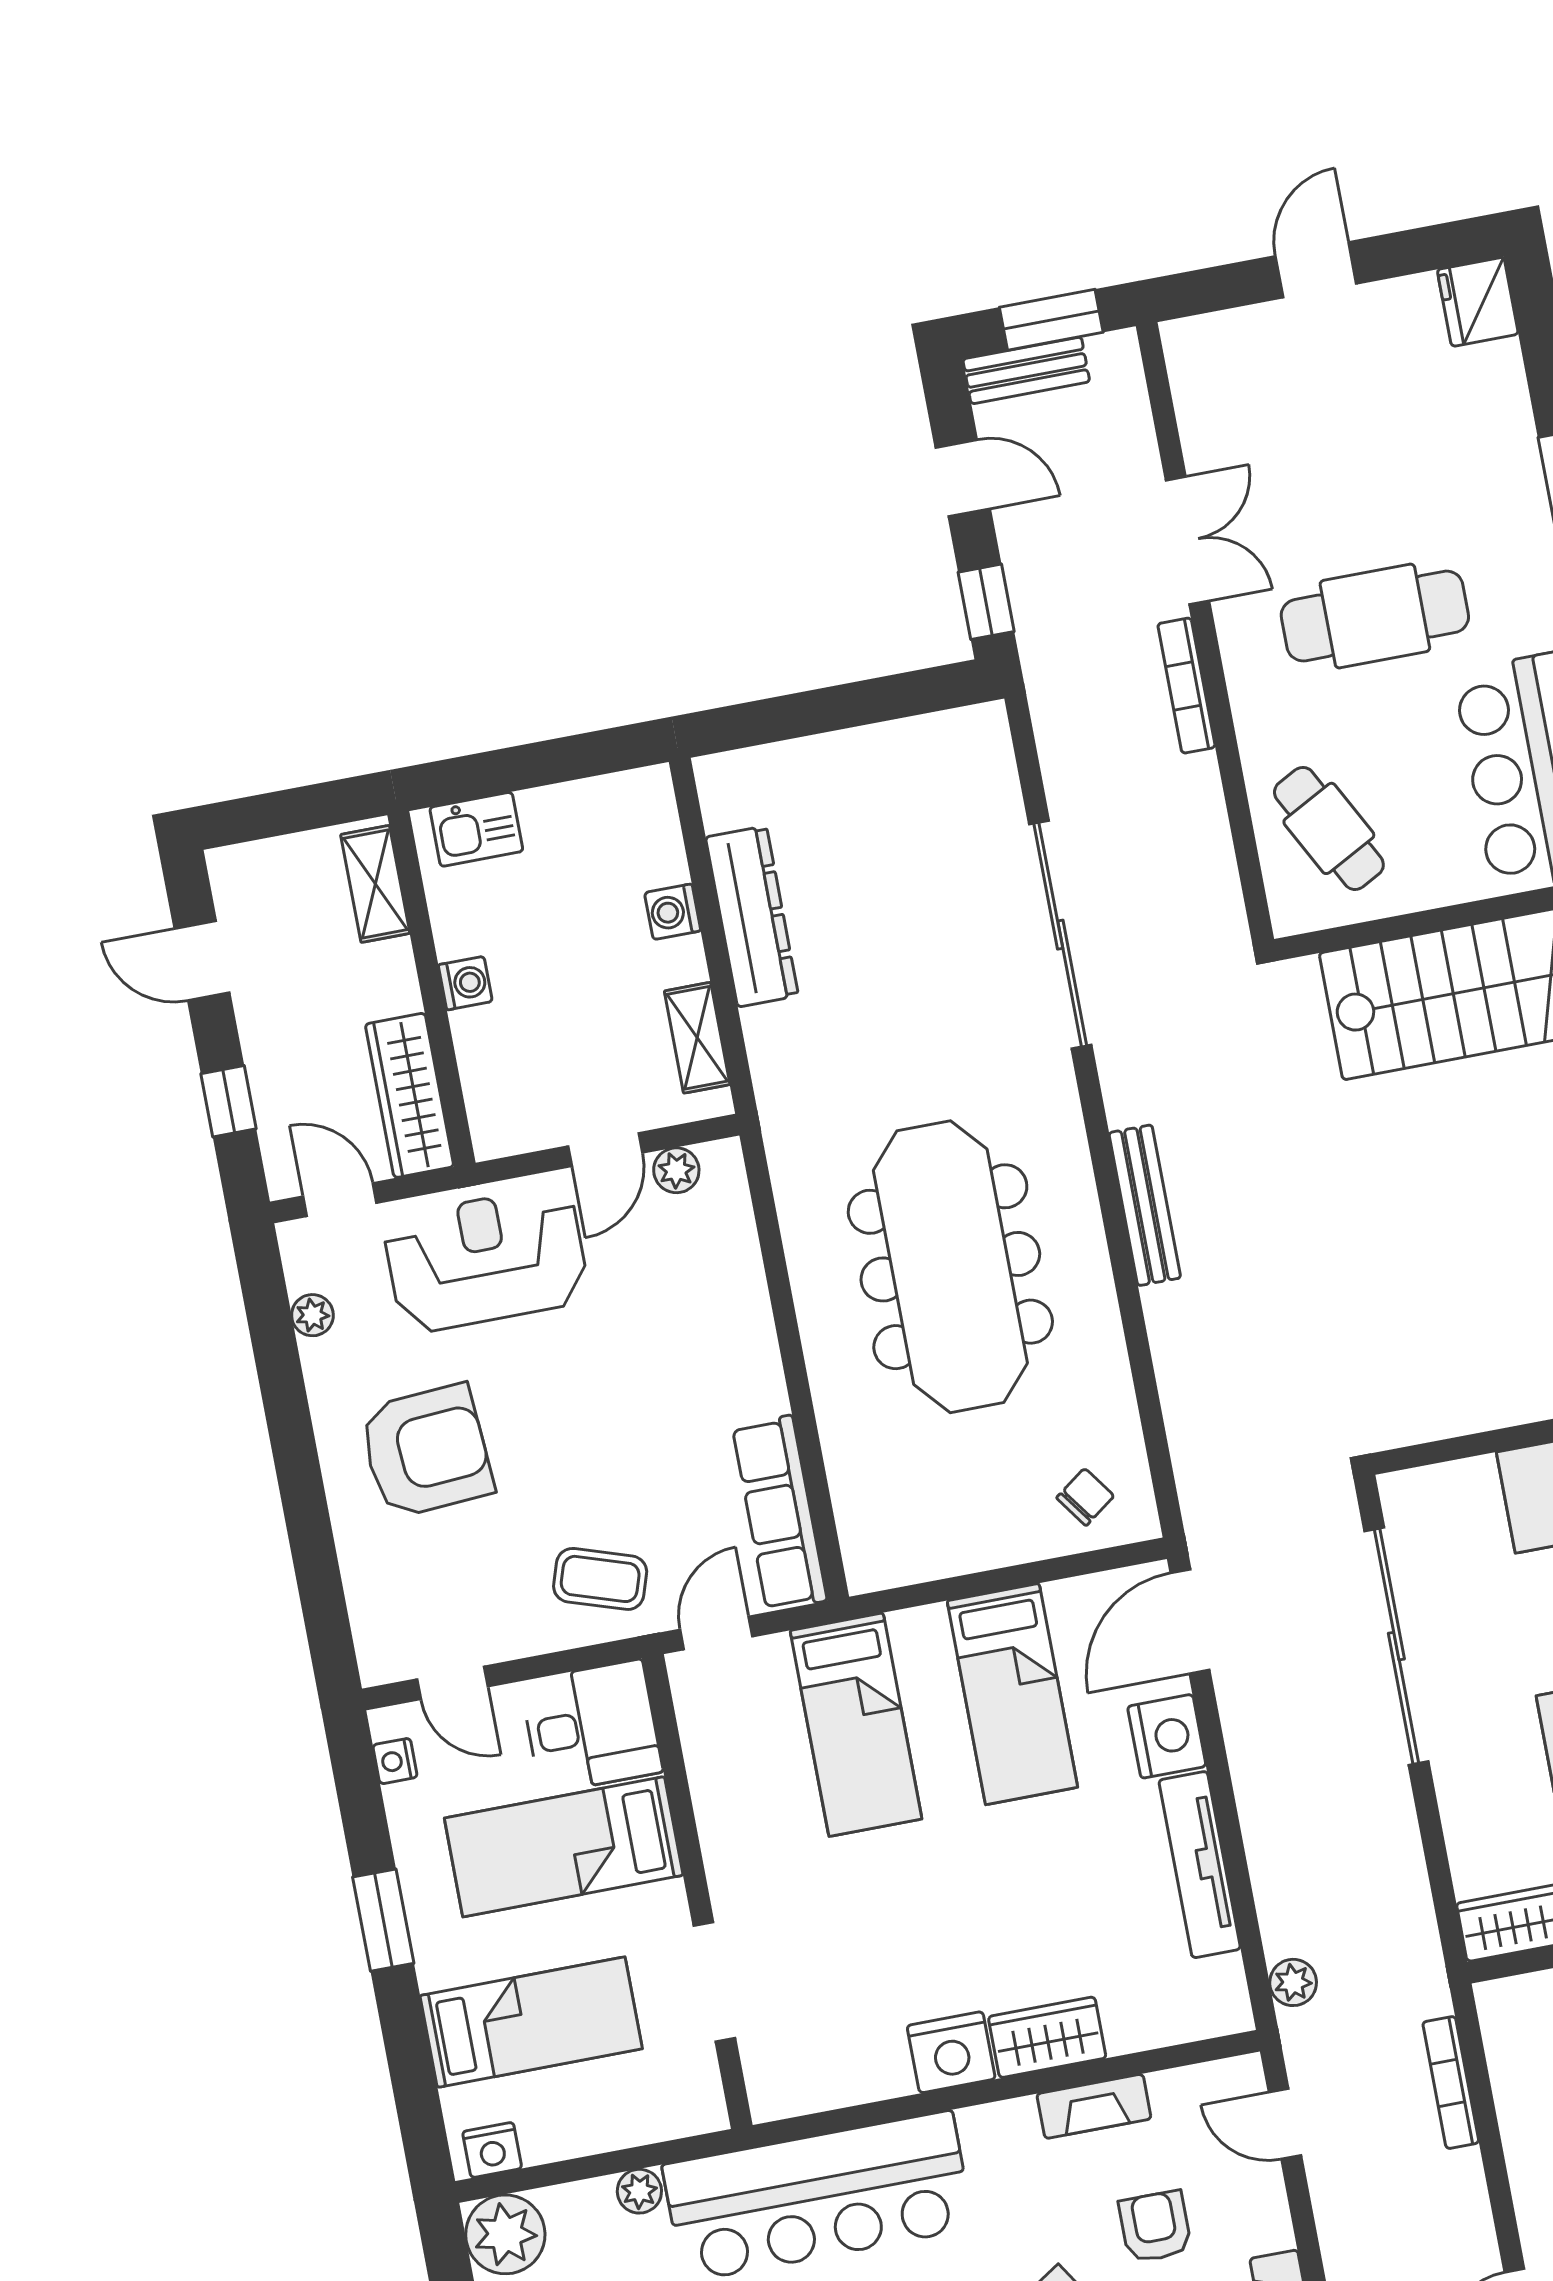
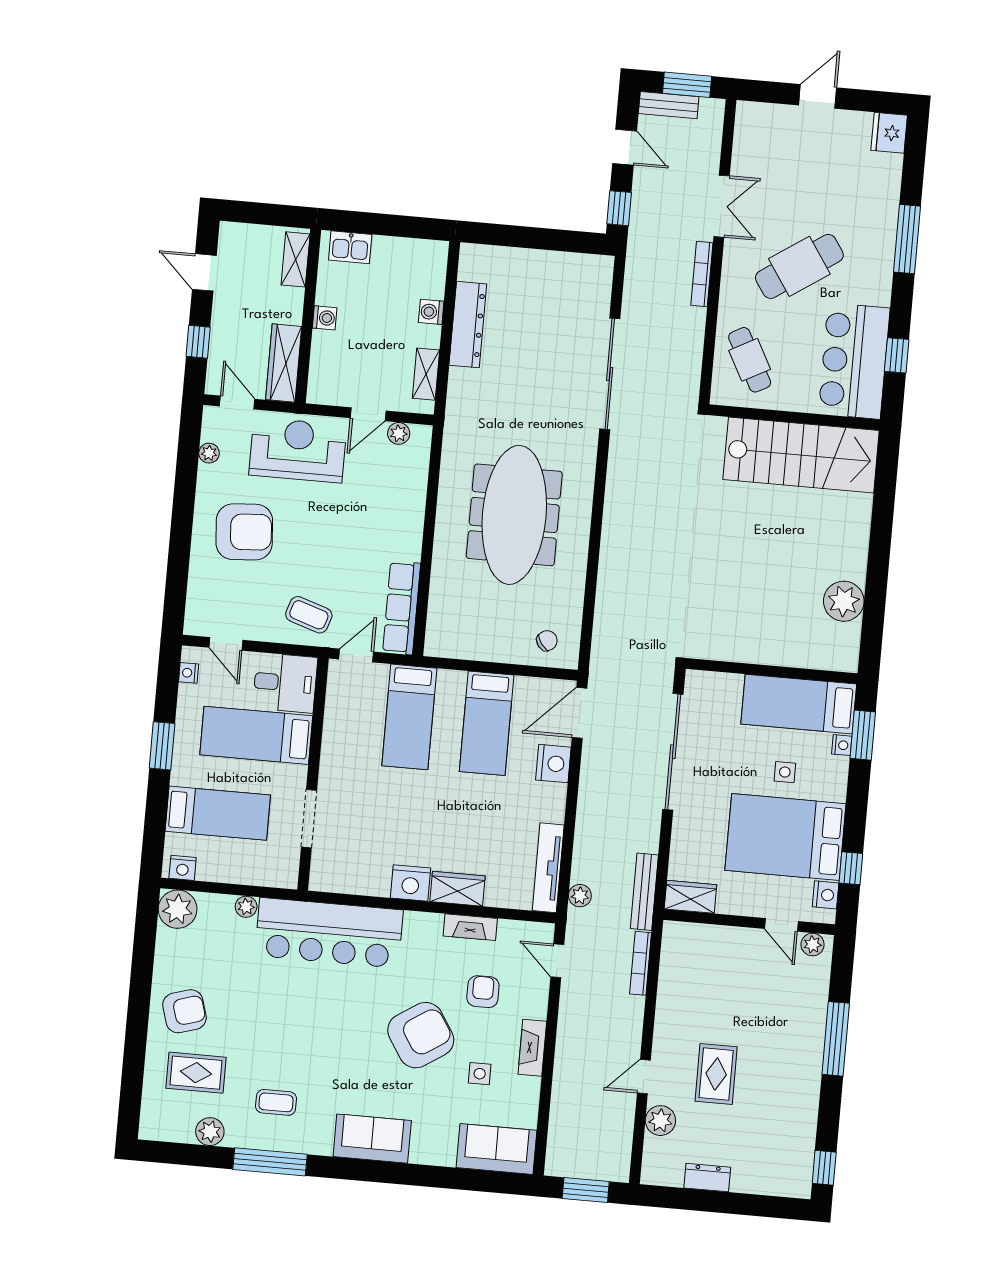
cafe table: (1375, 616) -> (799, 266), turned -34
bench: (1145, 1205) -> (644, 892), moved
tv unit: (1200, 1865) -> (548, 868), moved

